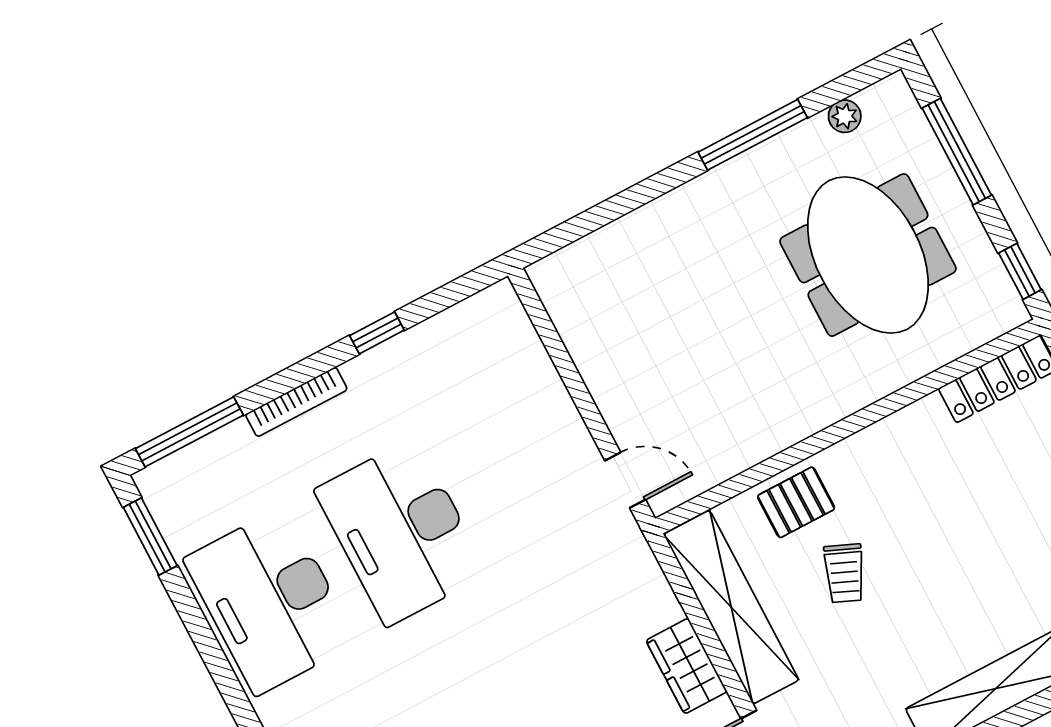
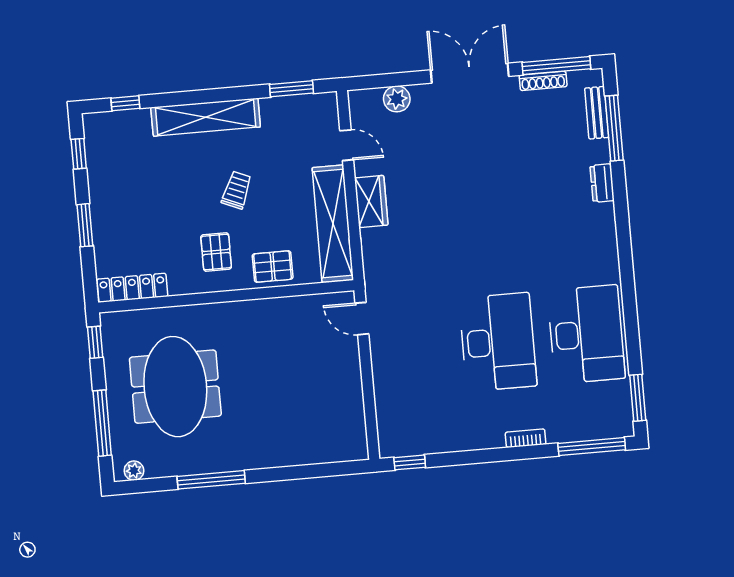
plant: (845, 116) -> (134, 471), moved
window: (377, 333) -> (410, 462), moved
bookcase: (296, 402) -> (526, 438), width x0.64
pallet: (892, 488) -> (216, 252), added
trolley: (844, 573) -> (237, 190), moved

